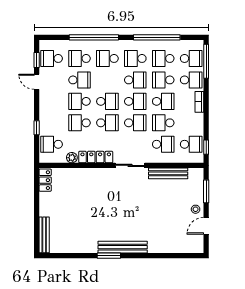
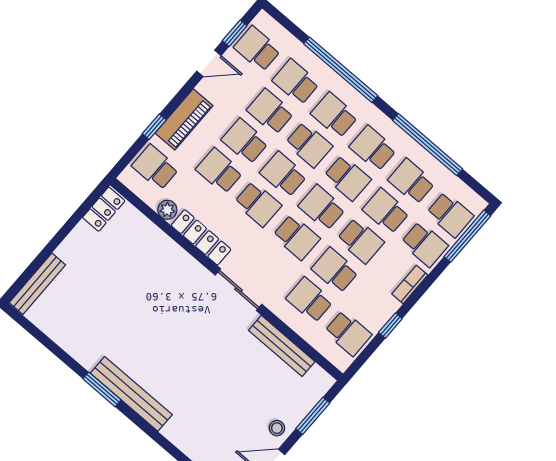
school desk: (80, 80) -> (270, 112), turned 180
school desk: (107, 80) -> (309, 145), added
door: (37, 82) -> (209, 63), swing flipped
school desk: (107, 101) -> (283, 174), turned 180
school desk: (135, 101) -> (322, 208), turned 180
piano: (46, 114) -> (184, 119), added
school desk: (163, 144) -> (309, 300), turned 180
window: (206, 147) -> (390, 326), moved

